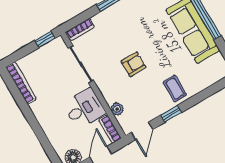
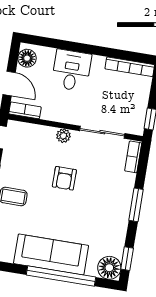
desk: (84, 109) -> (71, 70), moved, turned 180
plant: (117, 109) -> (63, 136), moved

